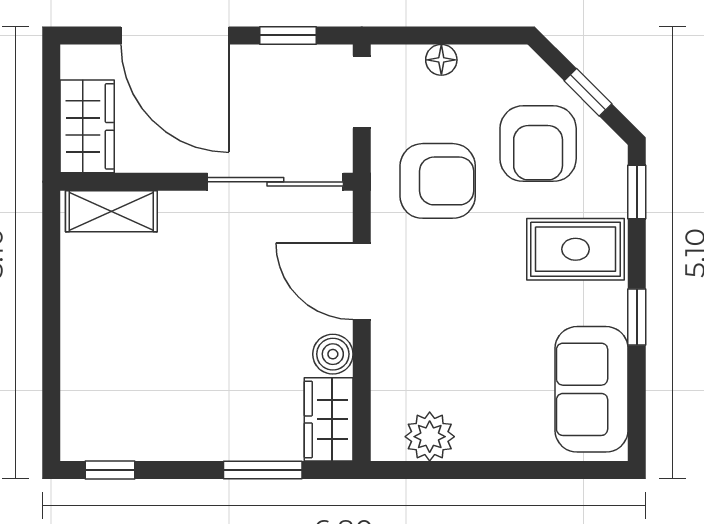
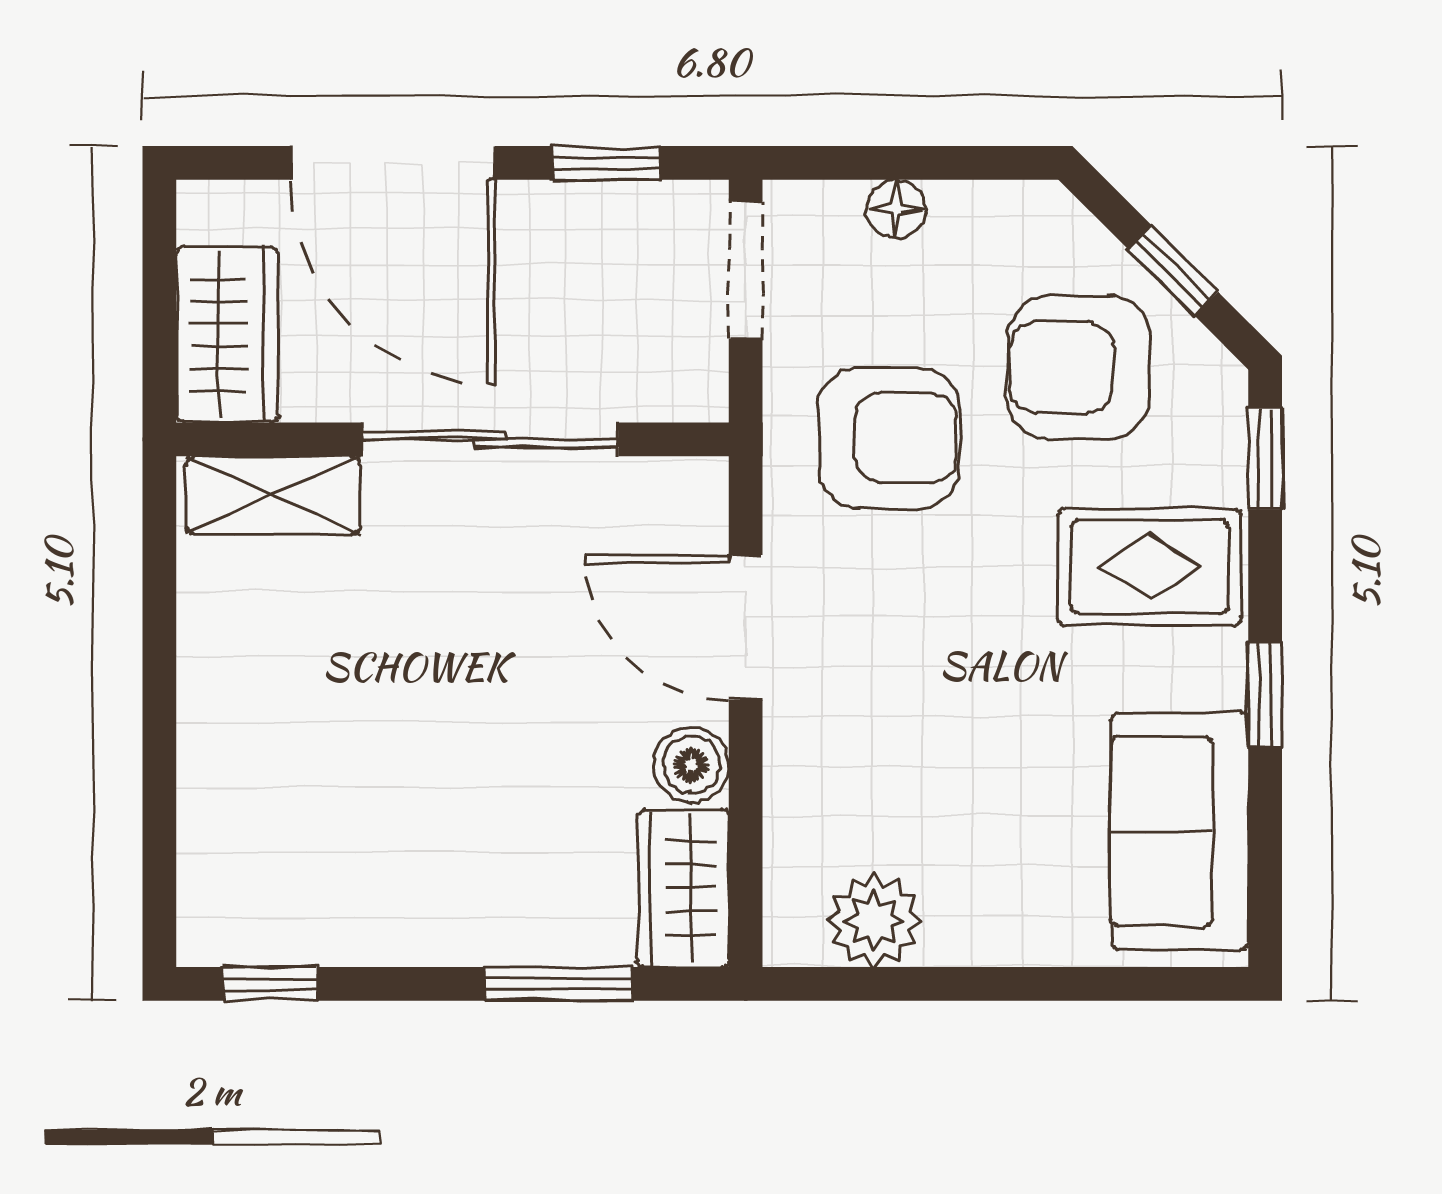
armchair: (538, 144) -> (1079, 367), turned 90
sliding door: (275, 182) -> (490, 439), moved

